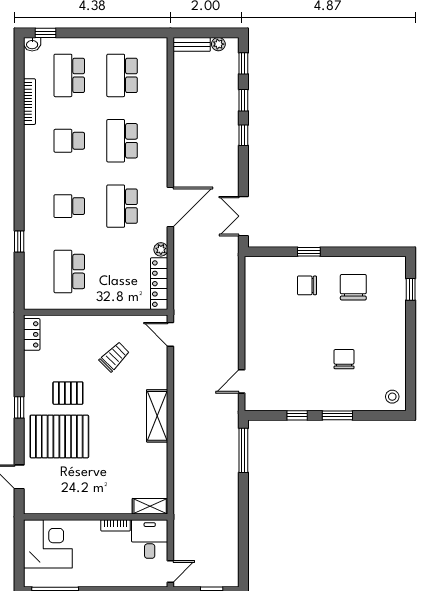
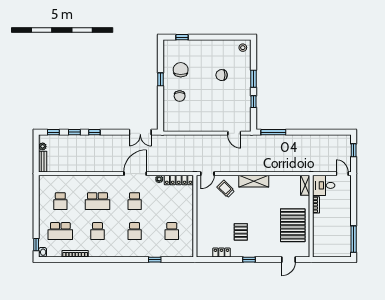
school desk: (122, 75) -> (60, 201), width x0.54
school desk: (122, 206) -> (135, 201), width x0.54
door: (170, 207) -> (135, 174), hinge flipped
window: (309, 252) -> (160, 79), moved
school desk: (69, 271) -> (172, 231), width x0.54
chair: (353, 287) -> (181, 70), turned 90
locker: (32, 334) -> (221, 252), moved
trolley: (114, 357) -> (226, 189), moved
pallet: (59, 436) -> (293, 225), moved
corner desk: (48, 544) -> (326, 243), removed

